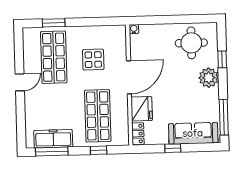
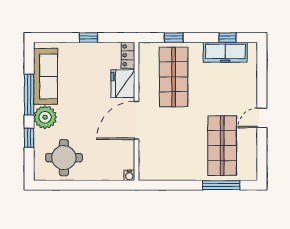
window: (54, 23) -> (221, 185), width x1.44
display table: (93, 60) -> (177, 142), removed
window: (224, 117) -> (29, 95), moved
sofa: (193, 133) -> (45, 76), moved, turned -90
window: (52, 152) -> (227, 38), width x0.46

